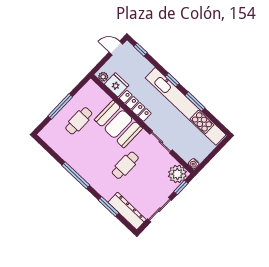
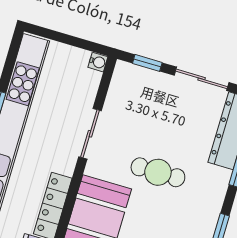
plant: (177, 174) -> (128, 80), removed

